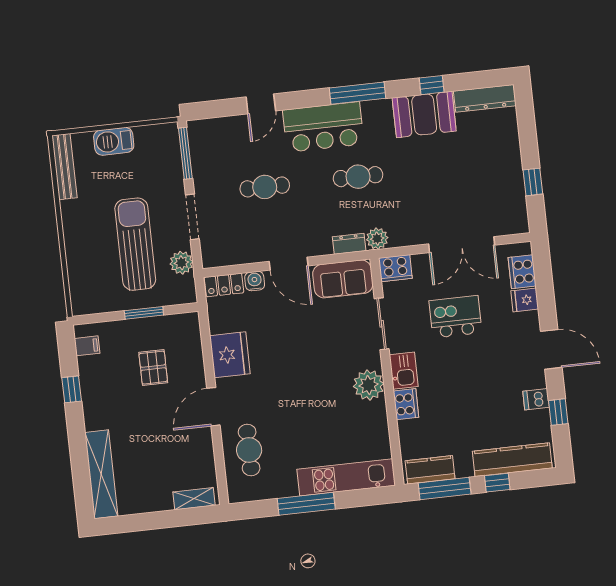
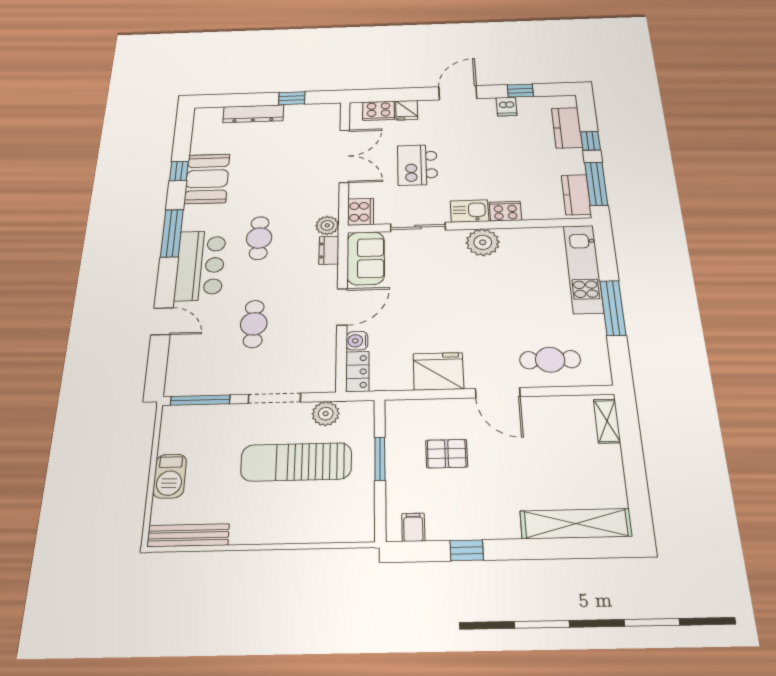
dresser: (485, 98) -> (253, 114), moved, turned 90
kitchen counter: (512, 460) -> (567, 128), width x0.67

